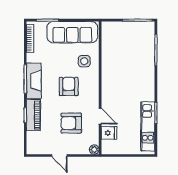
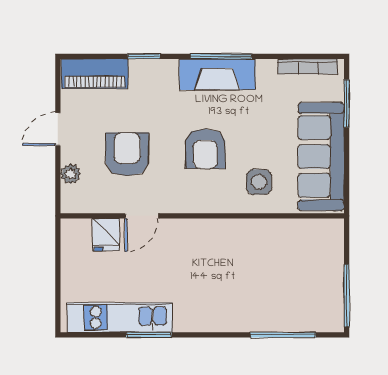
armchair: (69, 86) -> (205, 149), turned 90
piano: (33, 115) -> (95, 74), moved
plant: (94, 150) -> (71, 174), moved

